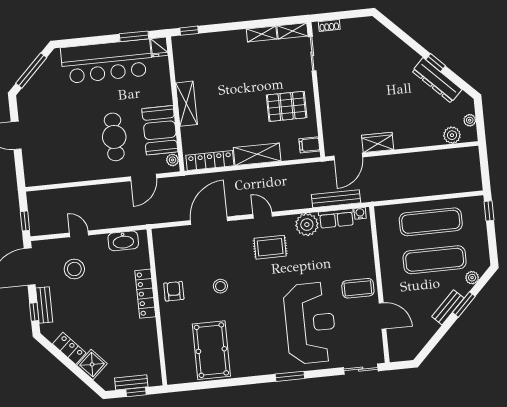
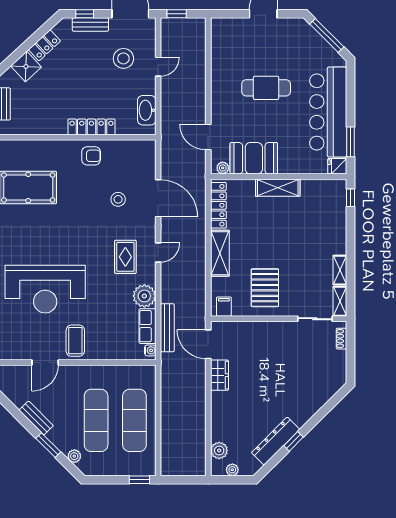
cafe table: (114, 137) -> (266, 88), moved
stool: (220, 286) -> (118, 199), moved
bench: (448, 307) -> (36, 418), moved

